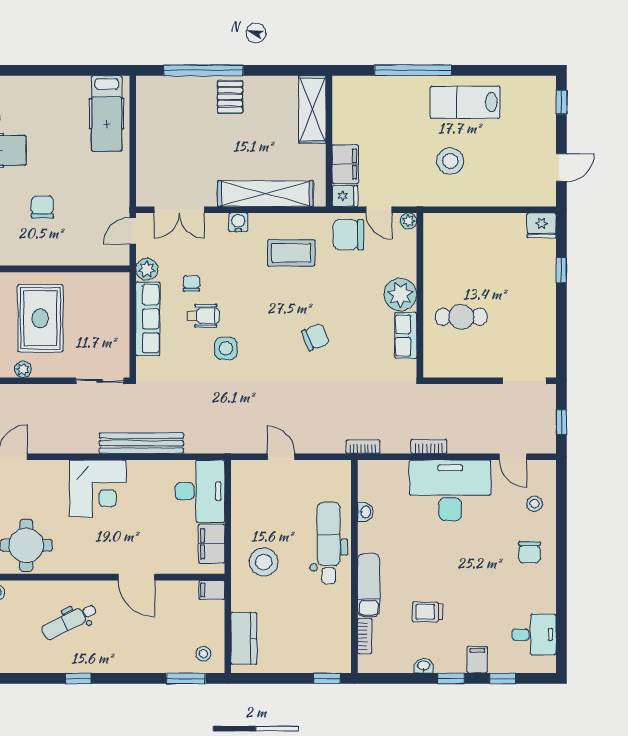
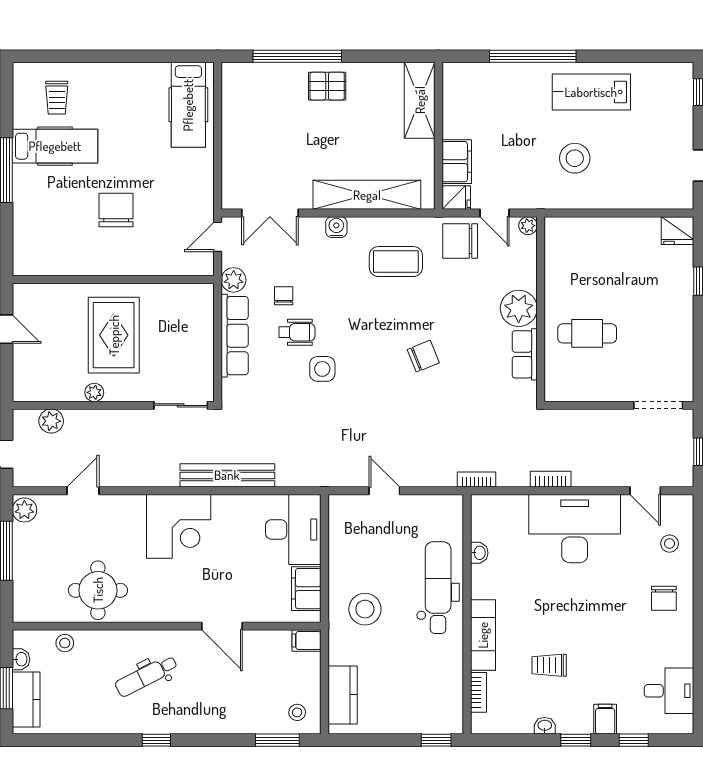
pallet: (230, 97) -> (327, 86), turned 90
chair: (42, 207) -> (116, 210), width x1.37, depth x1.37

